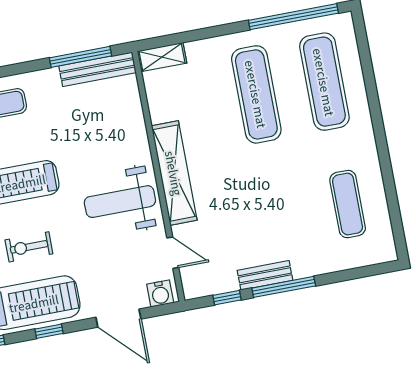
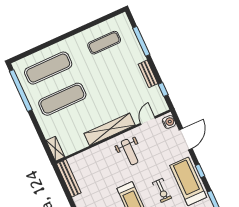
window: (81, 57) -> (65, 188), removed
weight bench: (120, 202) -> (130, 152), width x0.73, depth x0.75
window: (284, 287) -> (141, 41), moved

